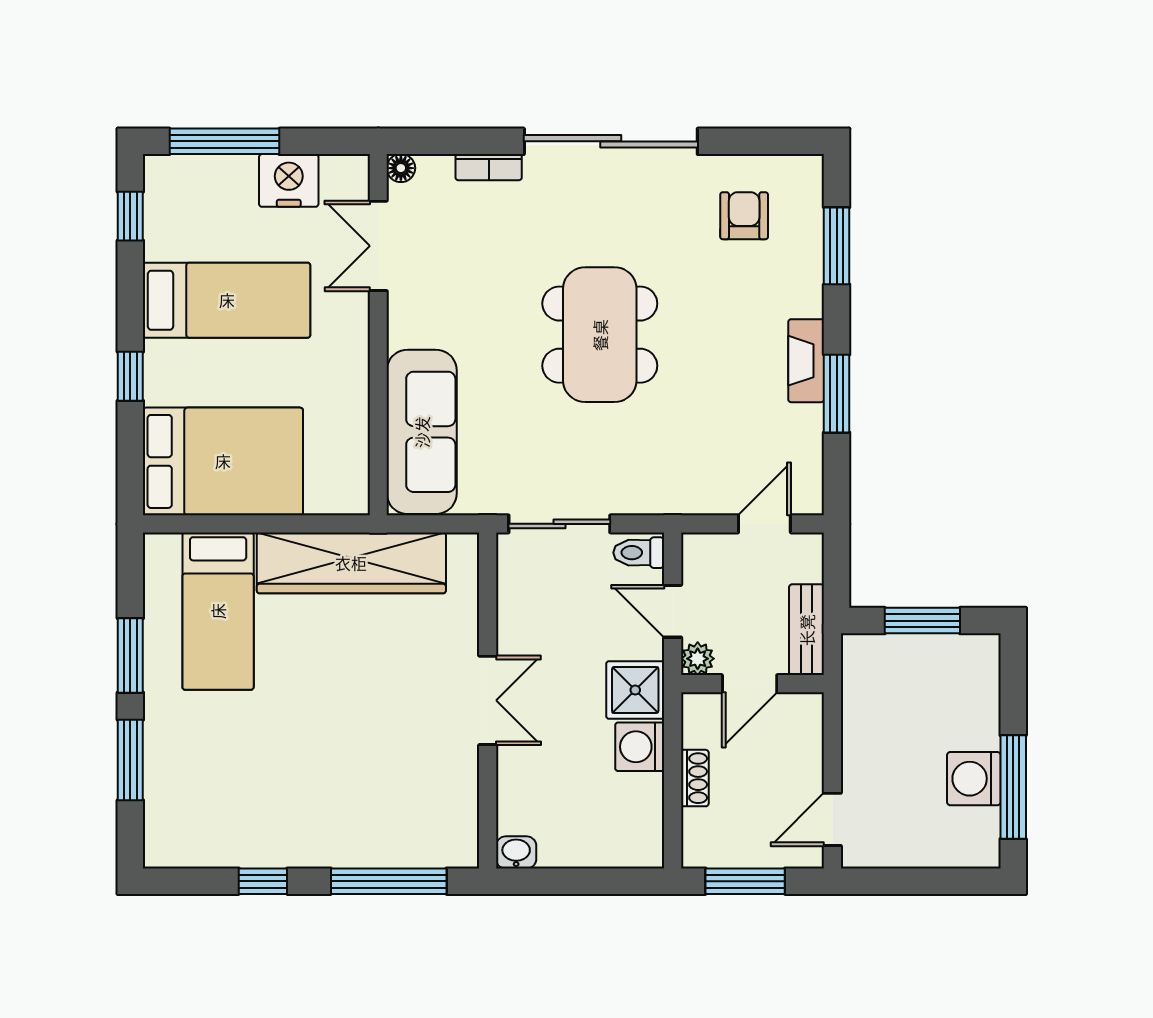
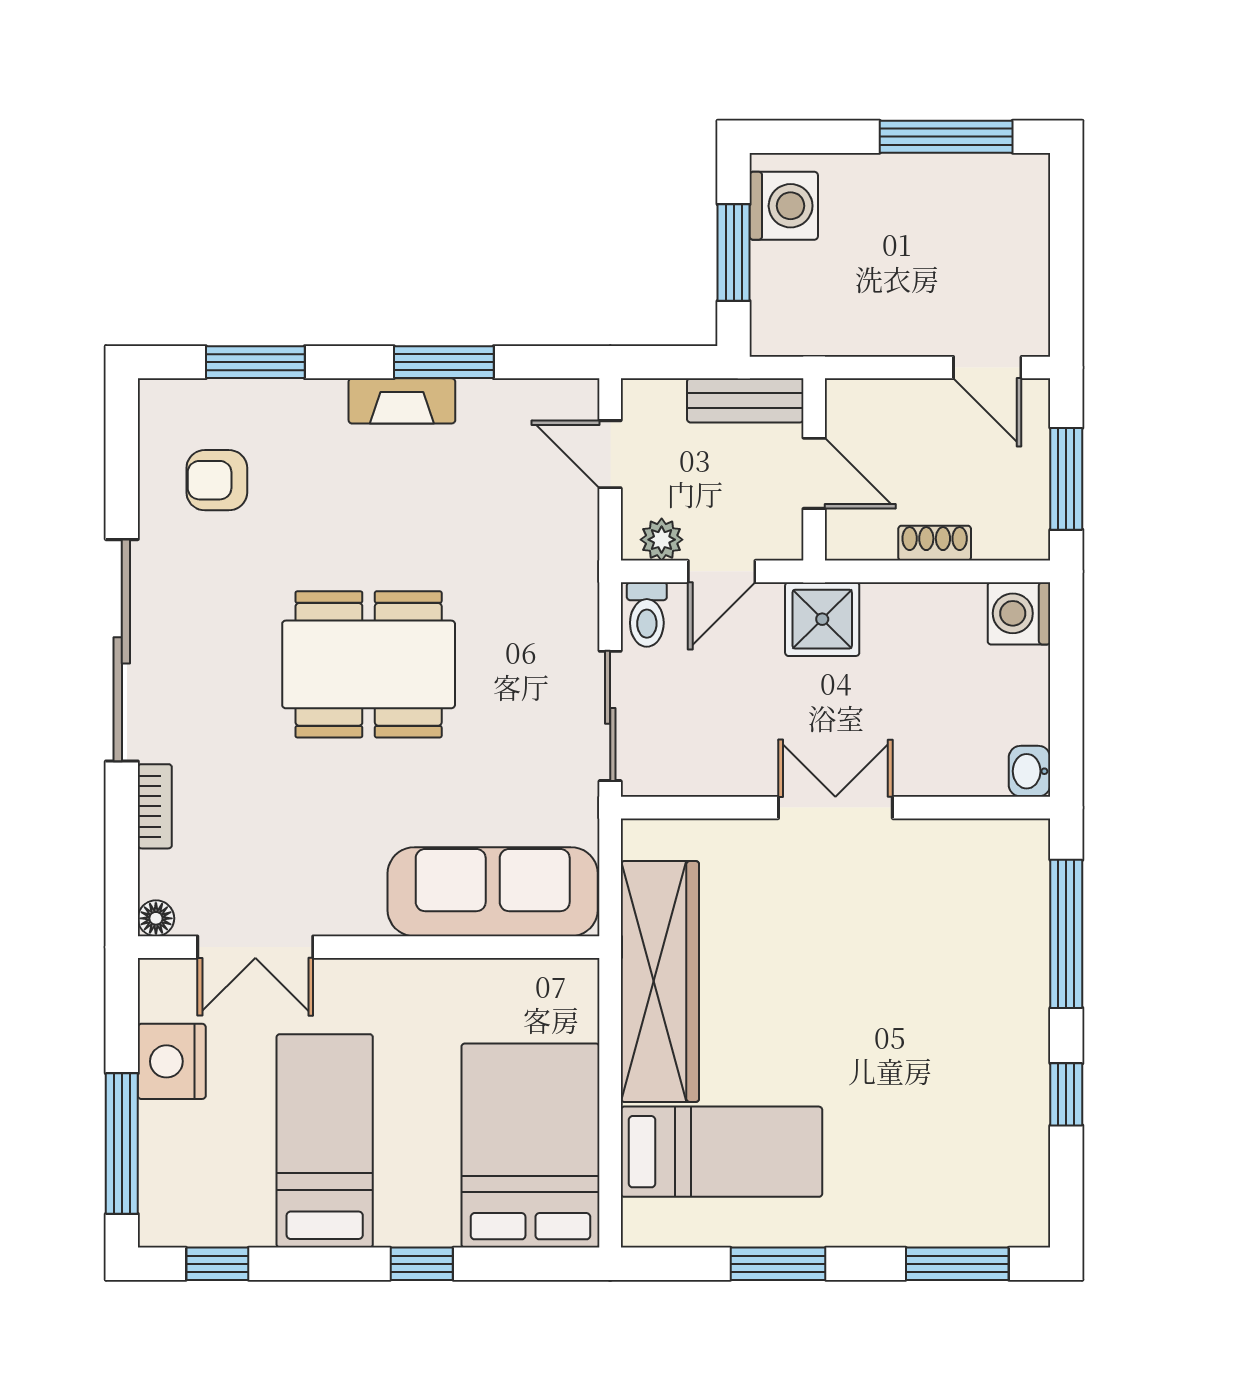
plant: (698, 659) -> (662, 540), moved
washing machine: (640, 747) -> (1019, 613), moved, turned 90
window: (130, 760) -> (957, 1264), moved
washing machine: (974, 779) -> (784, 206), moved, turned -90

